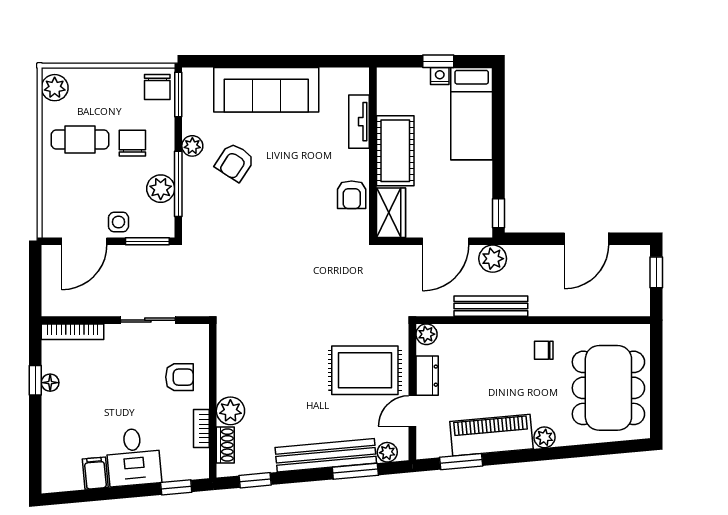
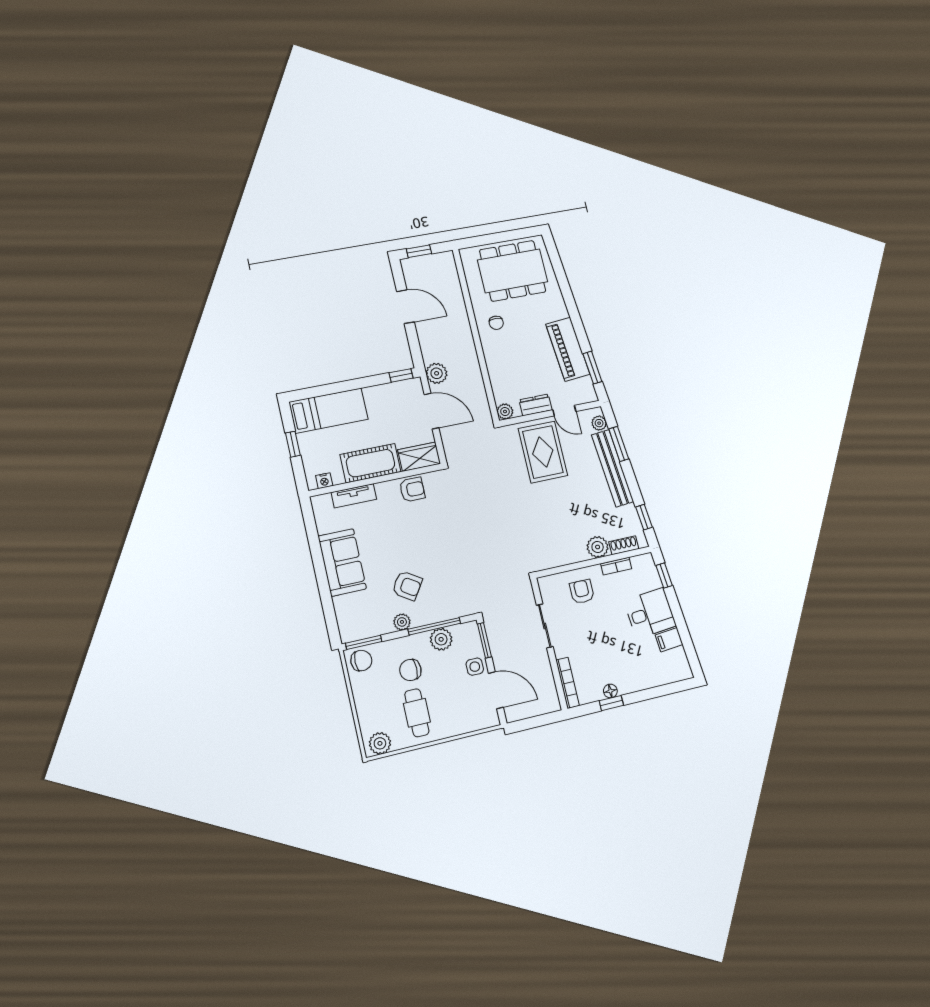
nightstand: (440, 76) -> (324, 481), moved, turned -90
sofa: (266, 90) -> (342, 562), width x0.73
bench: (491, 306) -> (473, 368), removed
plant: (544, 437) -> (560, 310), removed

